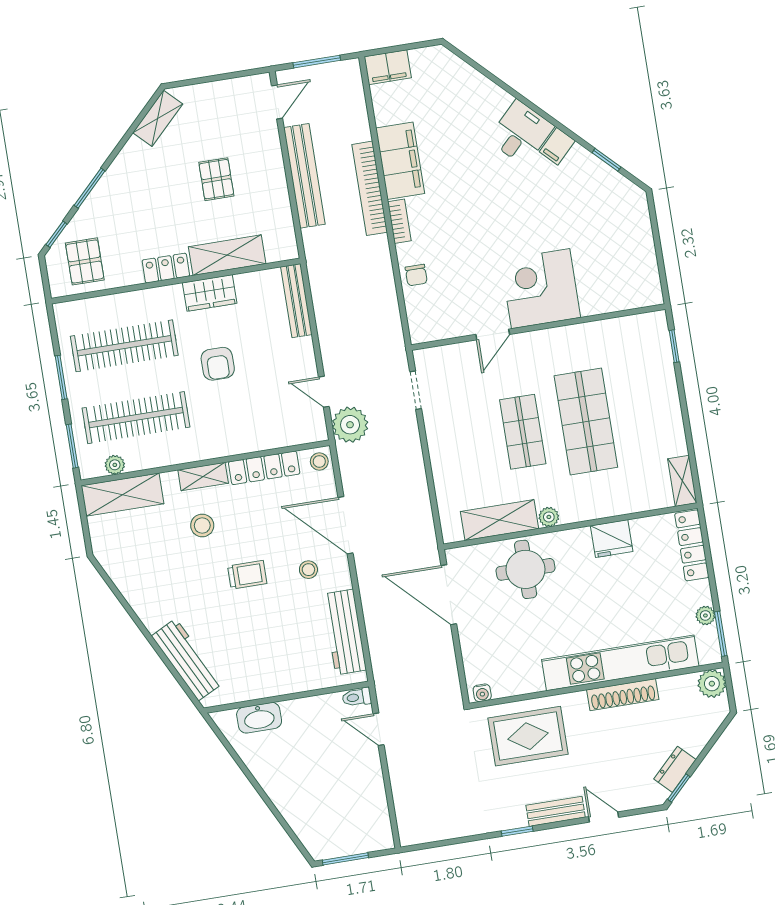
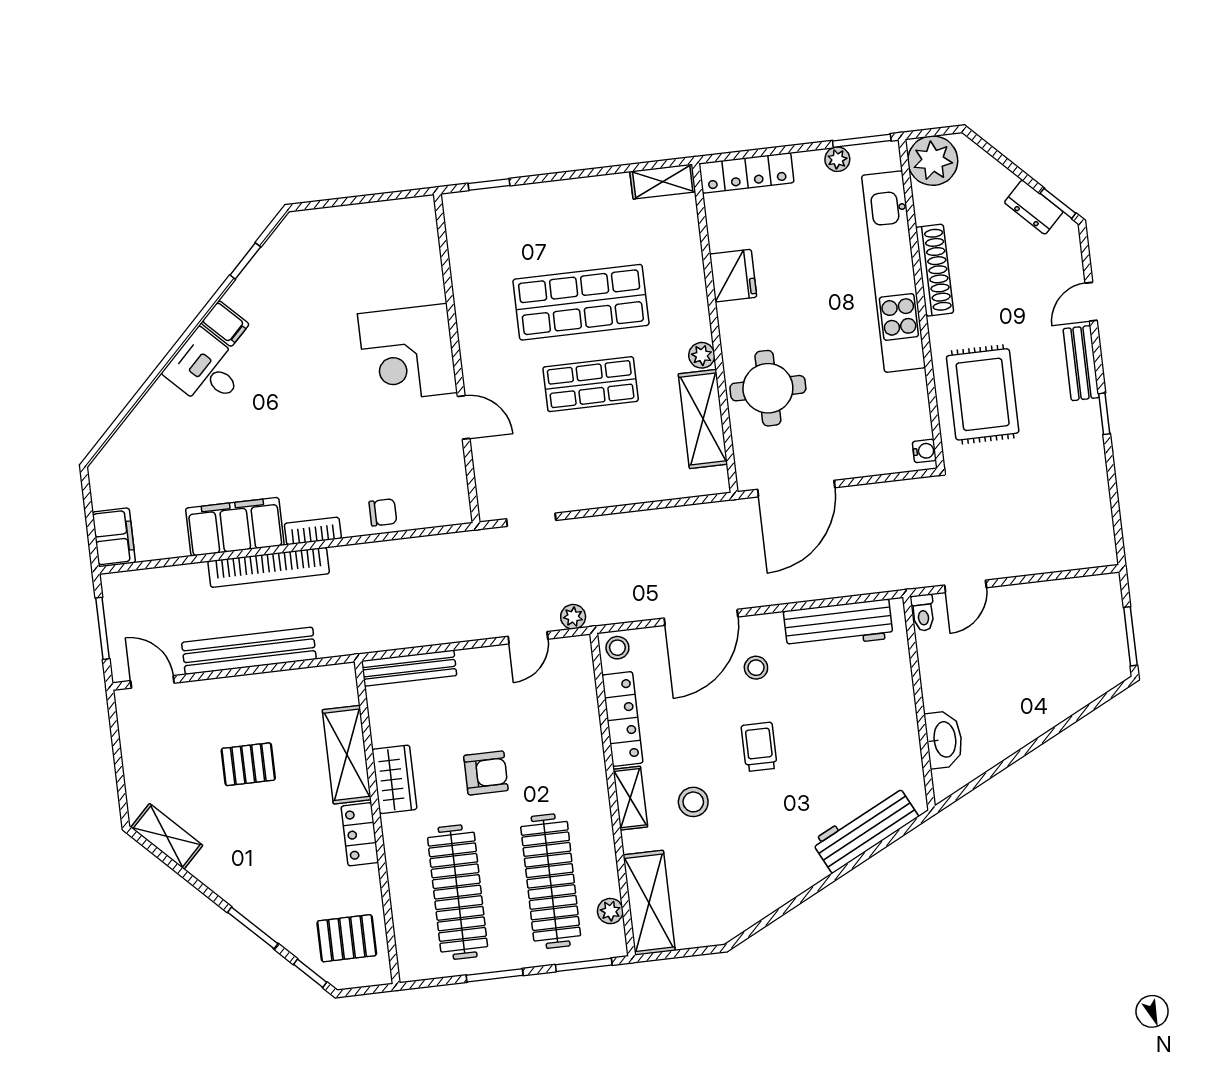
plant: (350, 425) -> (573, 617), width x0.53, depth x0.53
plant: (712, 684) -> (933, 161), width x1.36, depth x1.36

